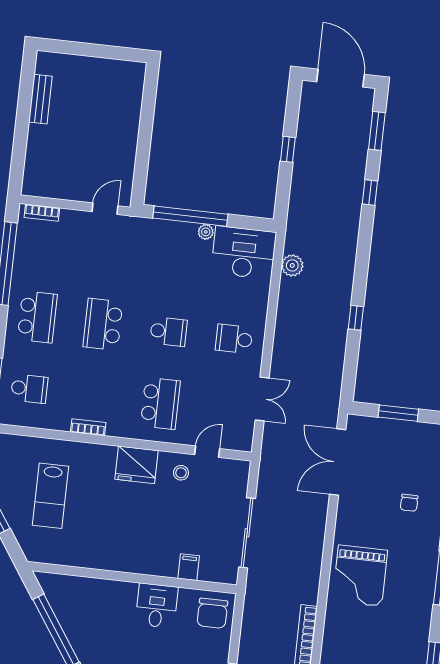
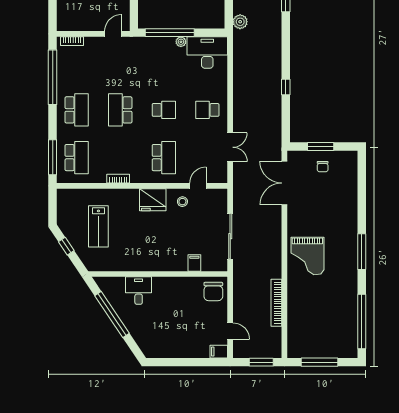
plant: (292, 265) -> (240, 22), moved
school desk: (29, 389) -> (77, 158), width x1.85
chair: (409, 503) -> (323, 167), moved
desk: (157, 606) -> (139, 291), moved

